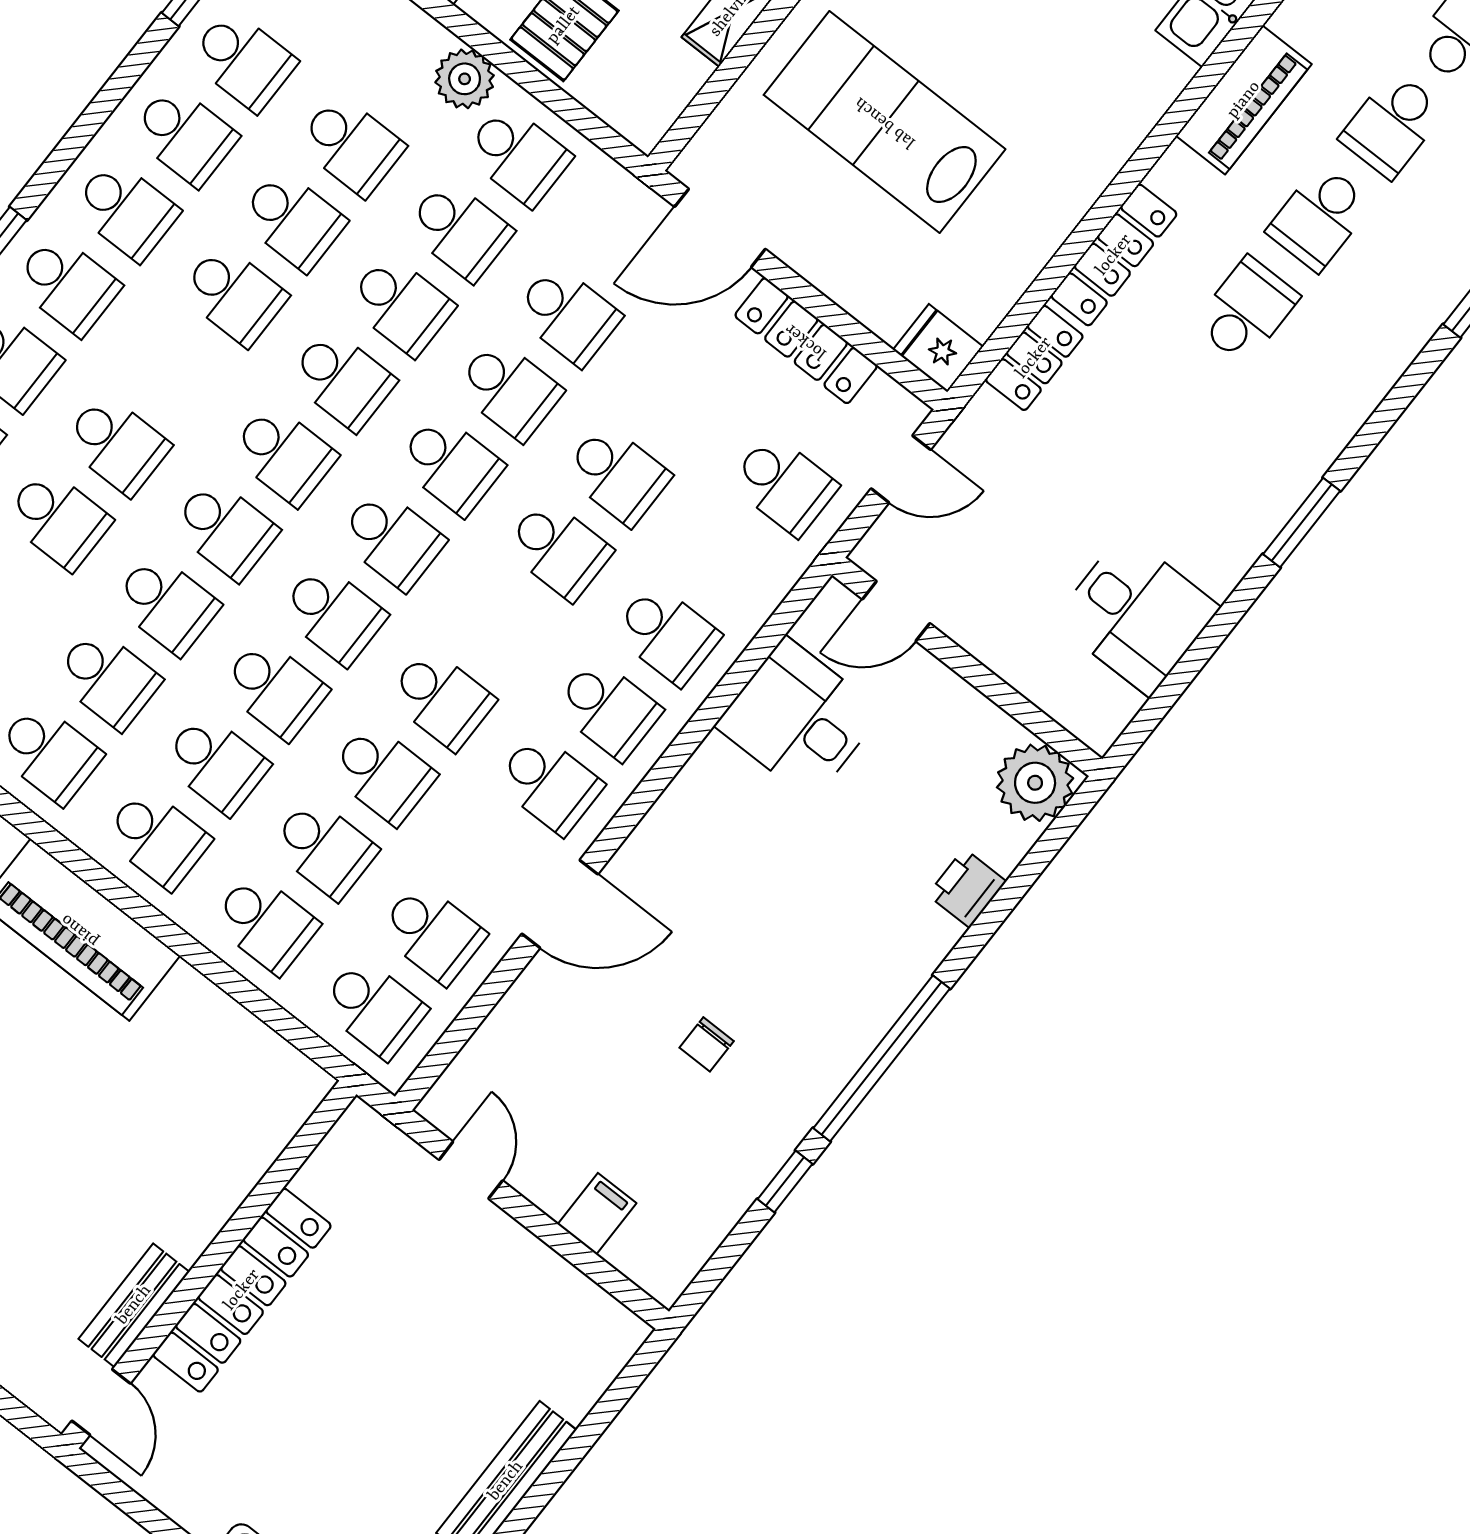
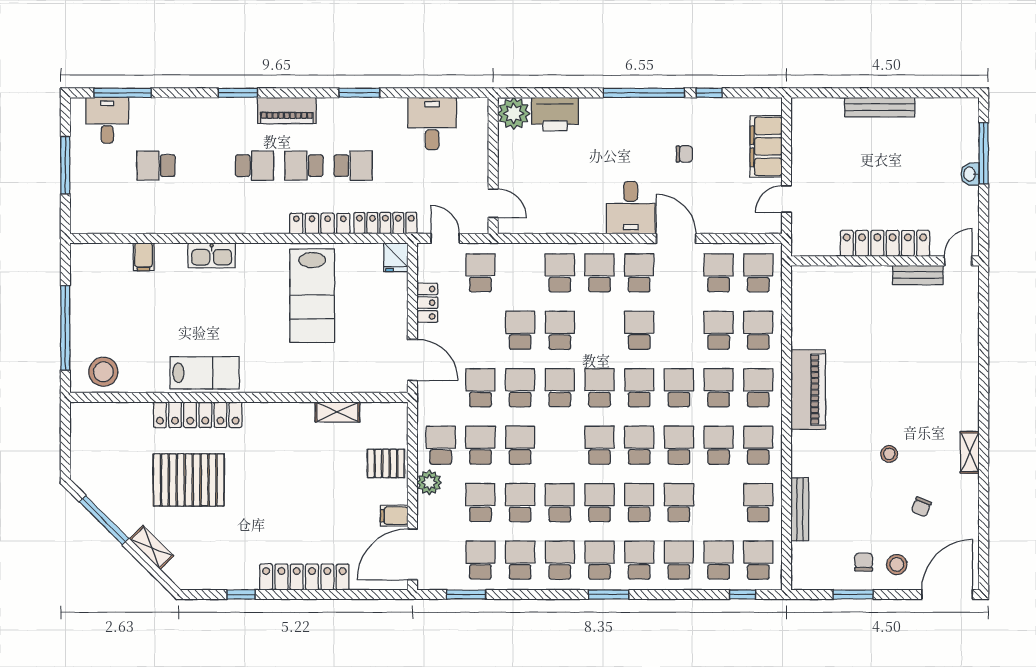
piano: (1244, 100) -> (287, 110), moved, turned 180
lab bench: (885, 122) -> (312, 296), moved
school desk: (1392, 125) -> (353, 166), moved
locker: (806, 341) -> (427, 303), width x0.66
locker: (1034, 358) -> (385, 223), width x1.53
school desk: (342, 380) -> (599, 503), moved
desk: (799, 719) -> (631, 208), moved
school desk: (383, 774) -> (679, 330), removed
printer: (967, 888) -> (555, 114), width x1.87, depth x1.48
filing cabinet: (597, 1214) -> (766, 146), width x3.00, depth x1.17

